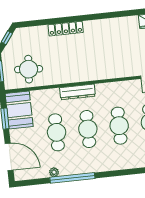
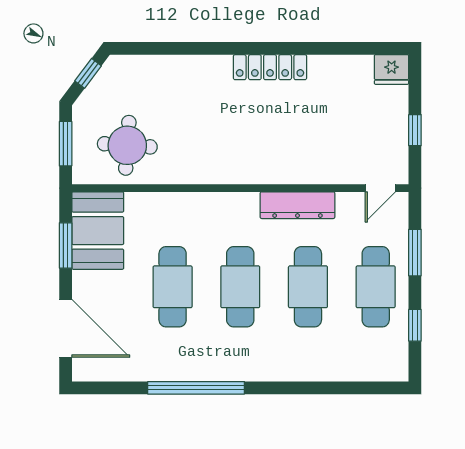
locker: (66, 29) -> (270, 67), moved
dresser: (77, 92) -> (297, 205), moved
plant: (54, 172) -> (158, 371), removed

